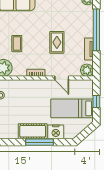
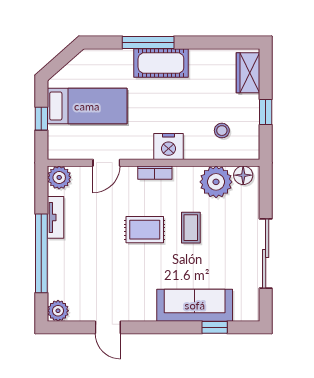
rug: (57, 42) -> (145, 230), moved, turned 90
door: (62, 78) -> (106, 163), swing flipped
nightstand: (56, 132) -> (168, 147), moved, turned 180

